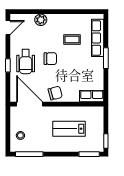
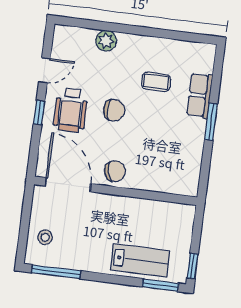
door: (8, 28) -> (44, 70), moved
row of seats: (98, 38) -> (200, 95), width x0.68
row of seats: (92, 96) -> (178, 185), removed
lab bench: (69, 129) -> (140, 260), moved, turned 180

